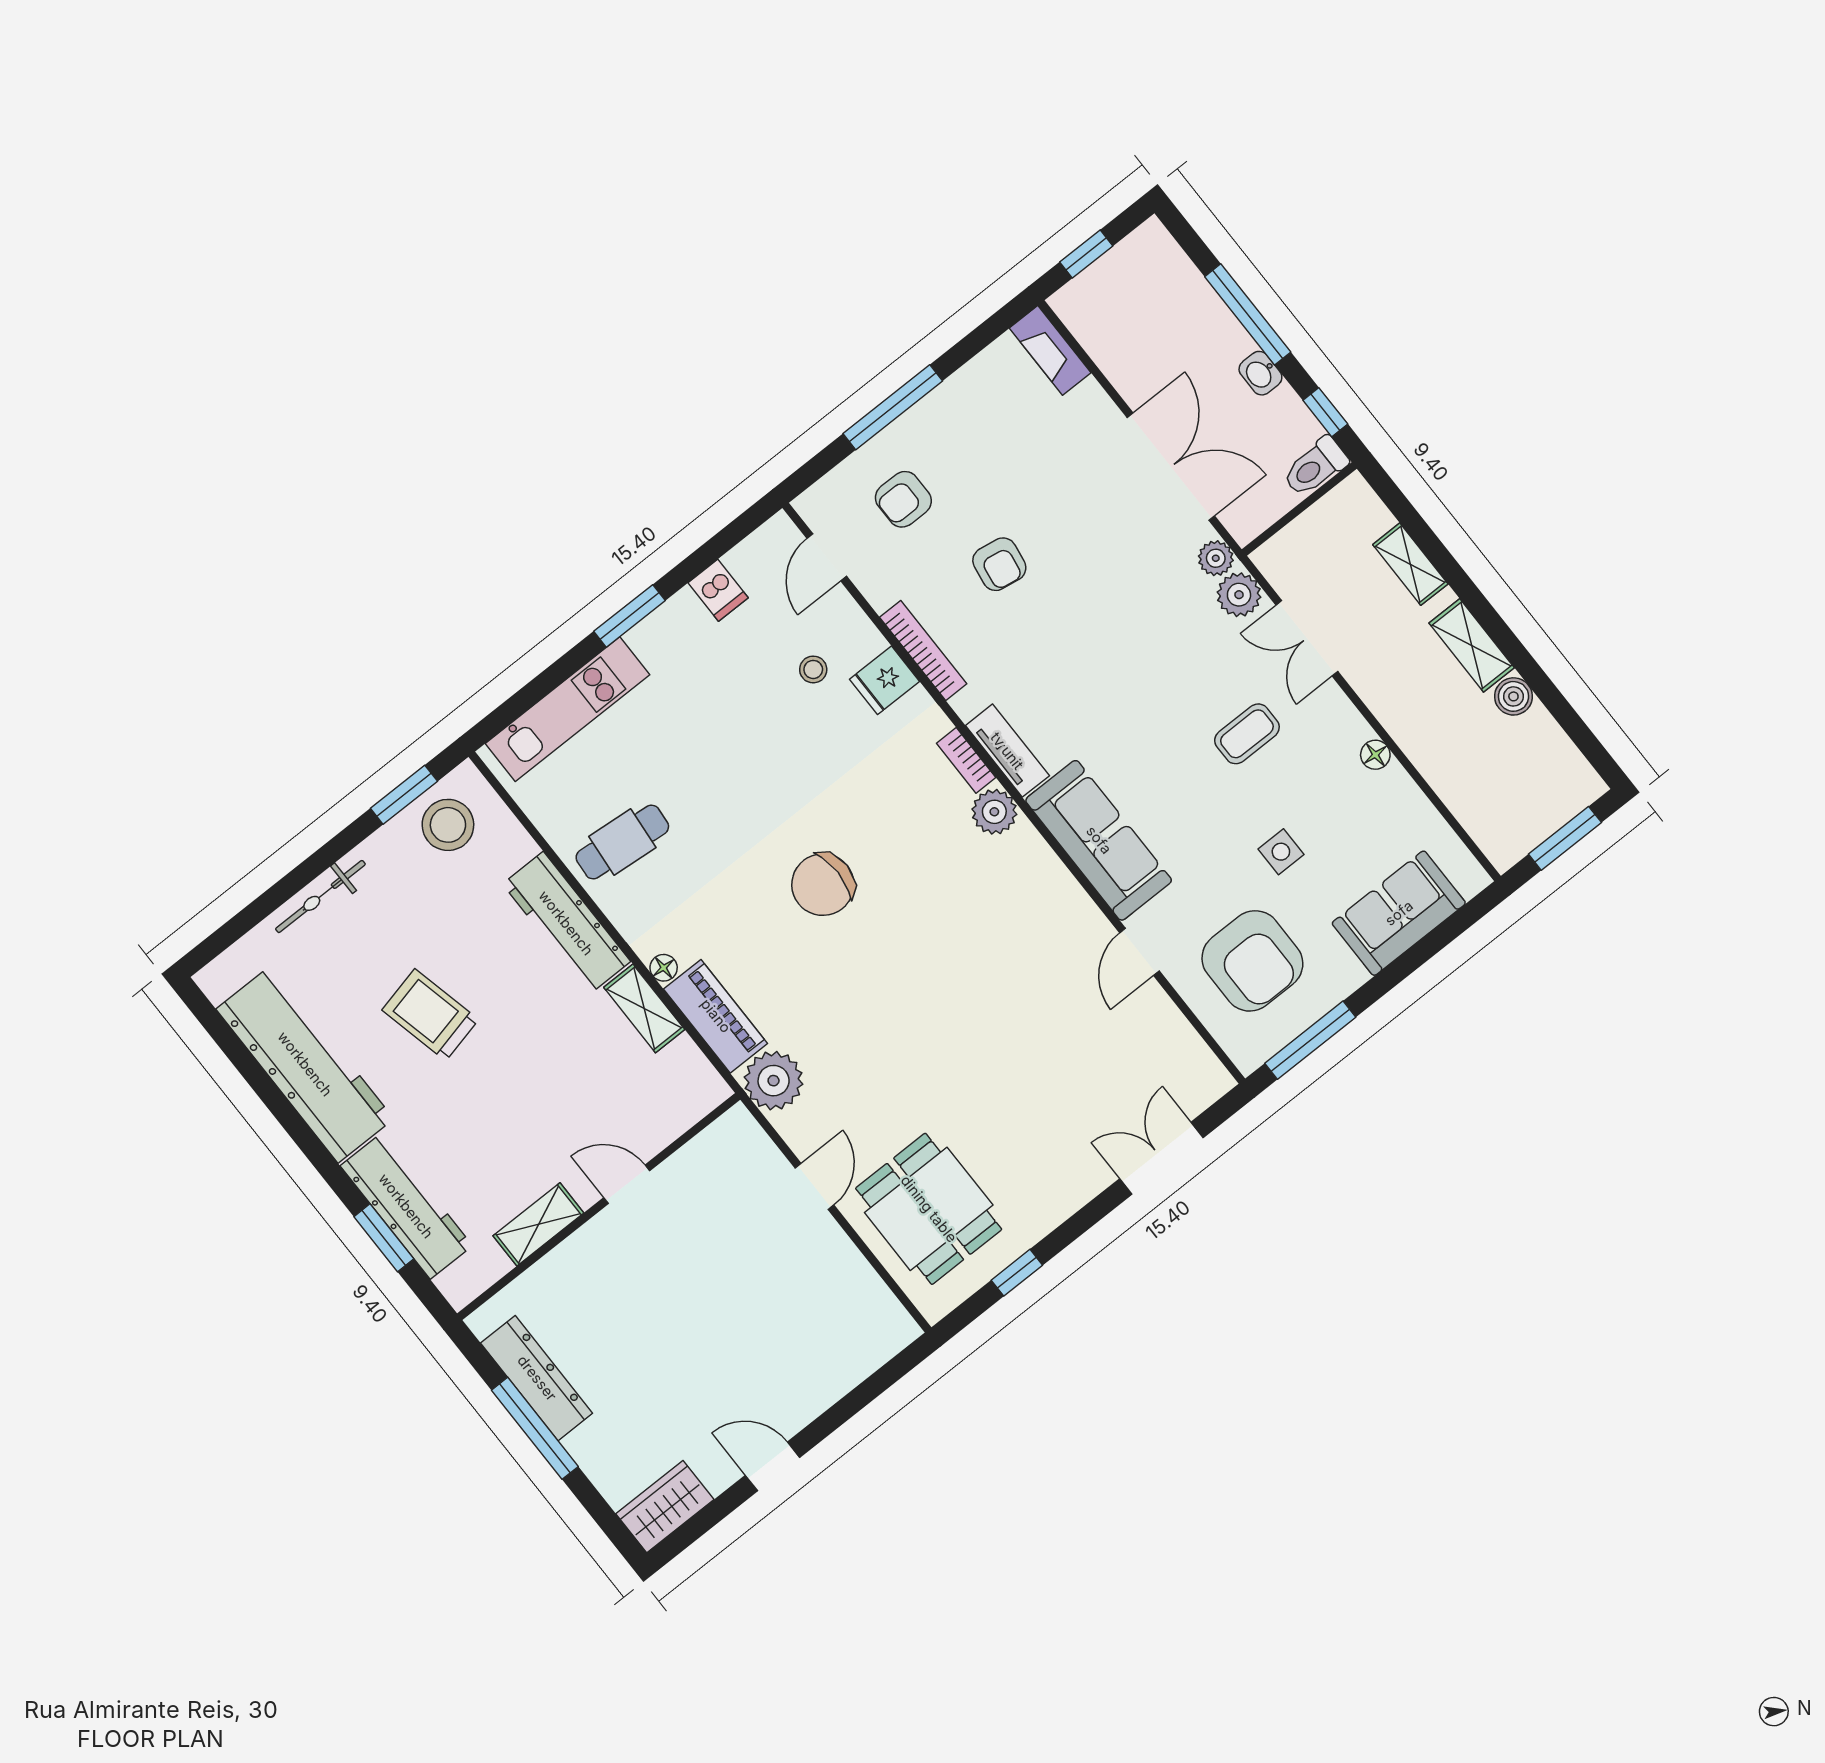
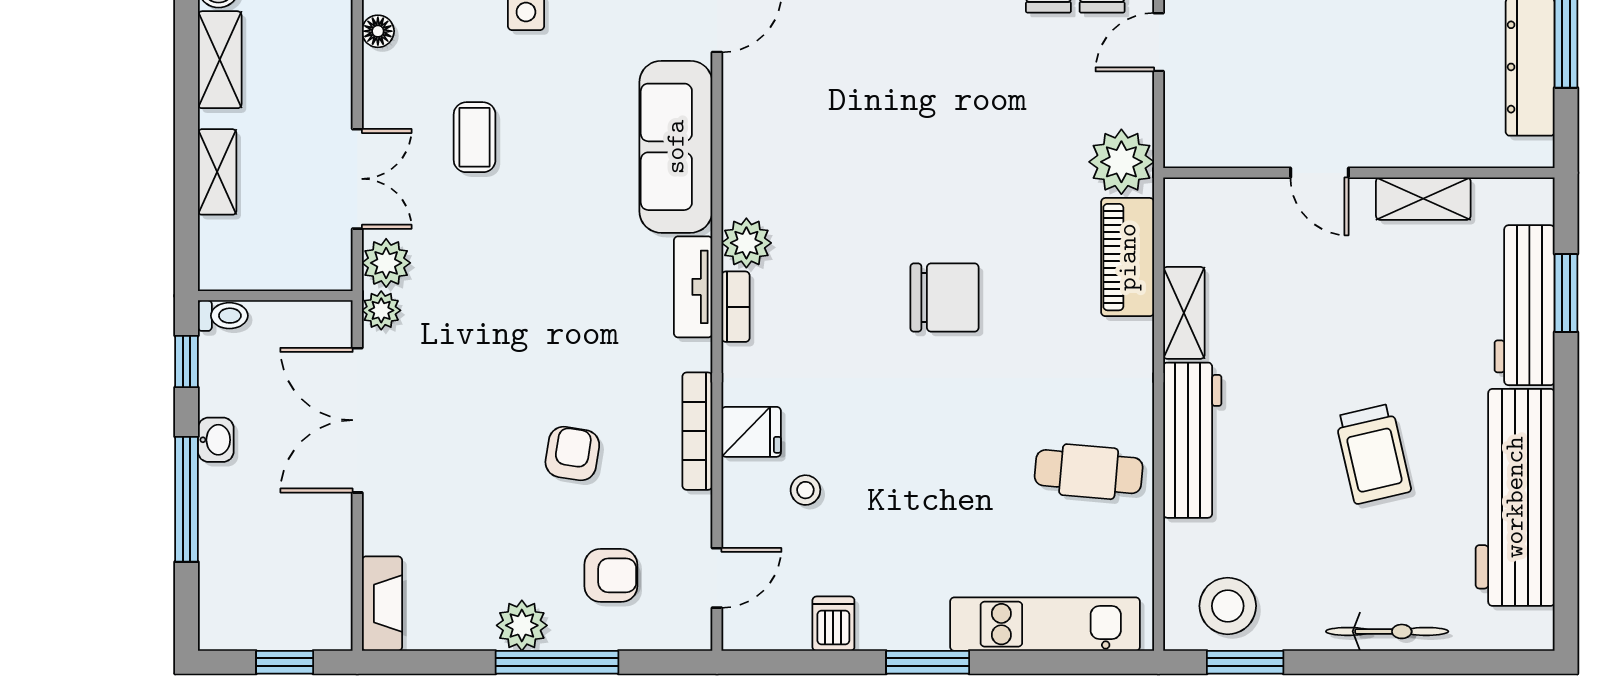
plant: (938, 414) -> (522, 625), added
toilet: (1315, 467) -> (223, 316), width x0.73, depth x0.72
coffee table: (1247, 734) -> (475, 137), turned 90
floor lamp: (664, 968) -> (1139, 335), removed

